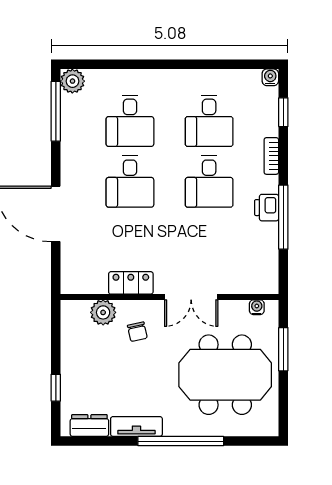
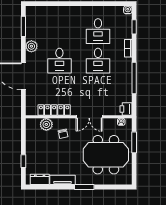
plant: (72, 81) -> (31, 46), moved
window: (56, 111) -> (23, 26), width x0.69
desk: (130, 121) -> (59, 31), removed
printer: (267, 208) -> (126, 109), moved
locker: (131, 283) -> (54, 110), width x1.53
window: (181, 441) -> (84, 187), width x0.47

